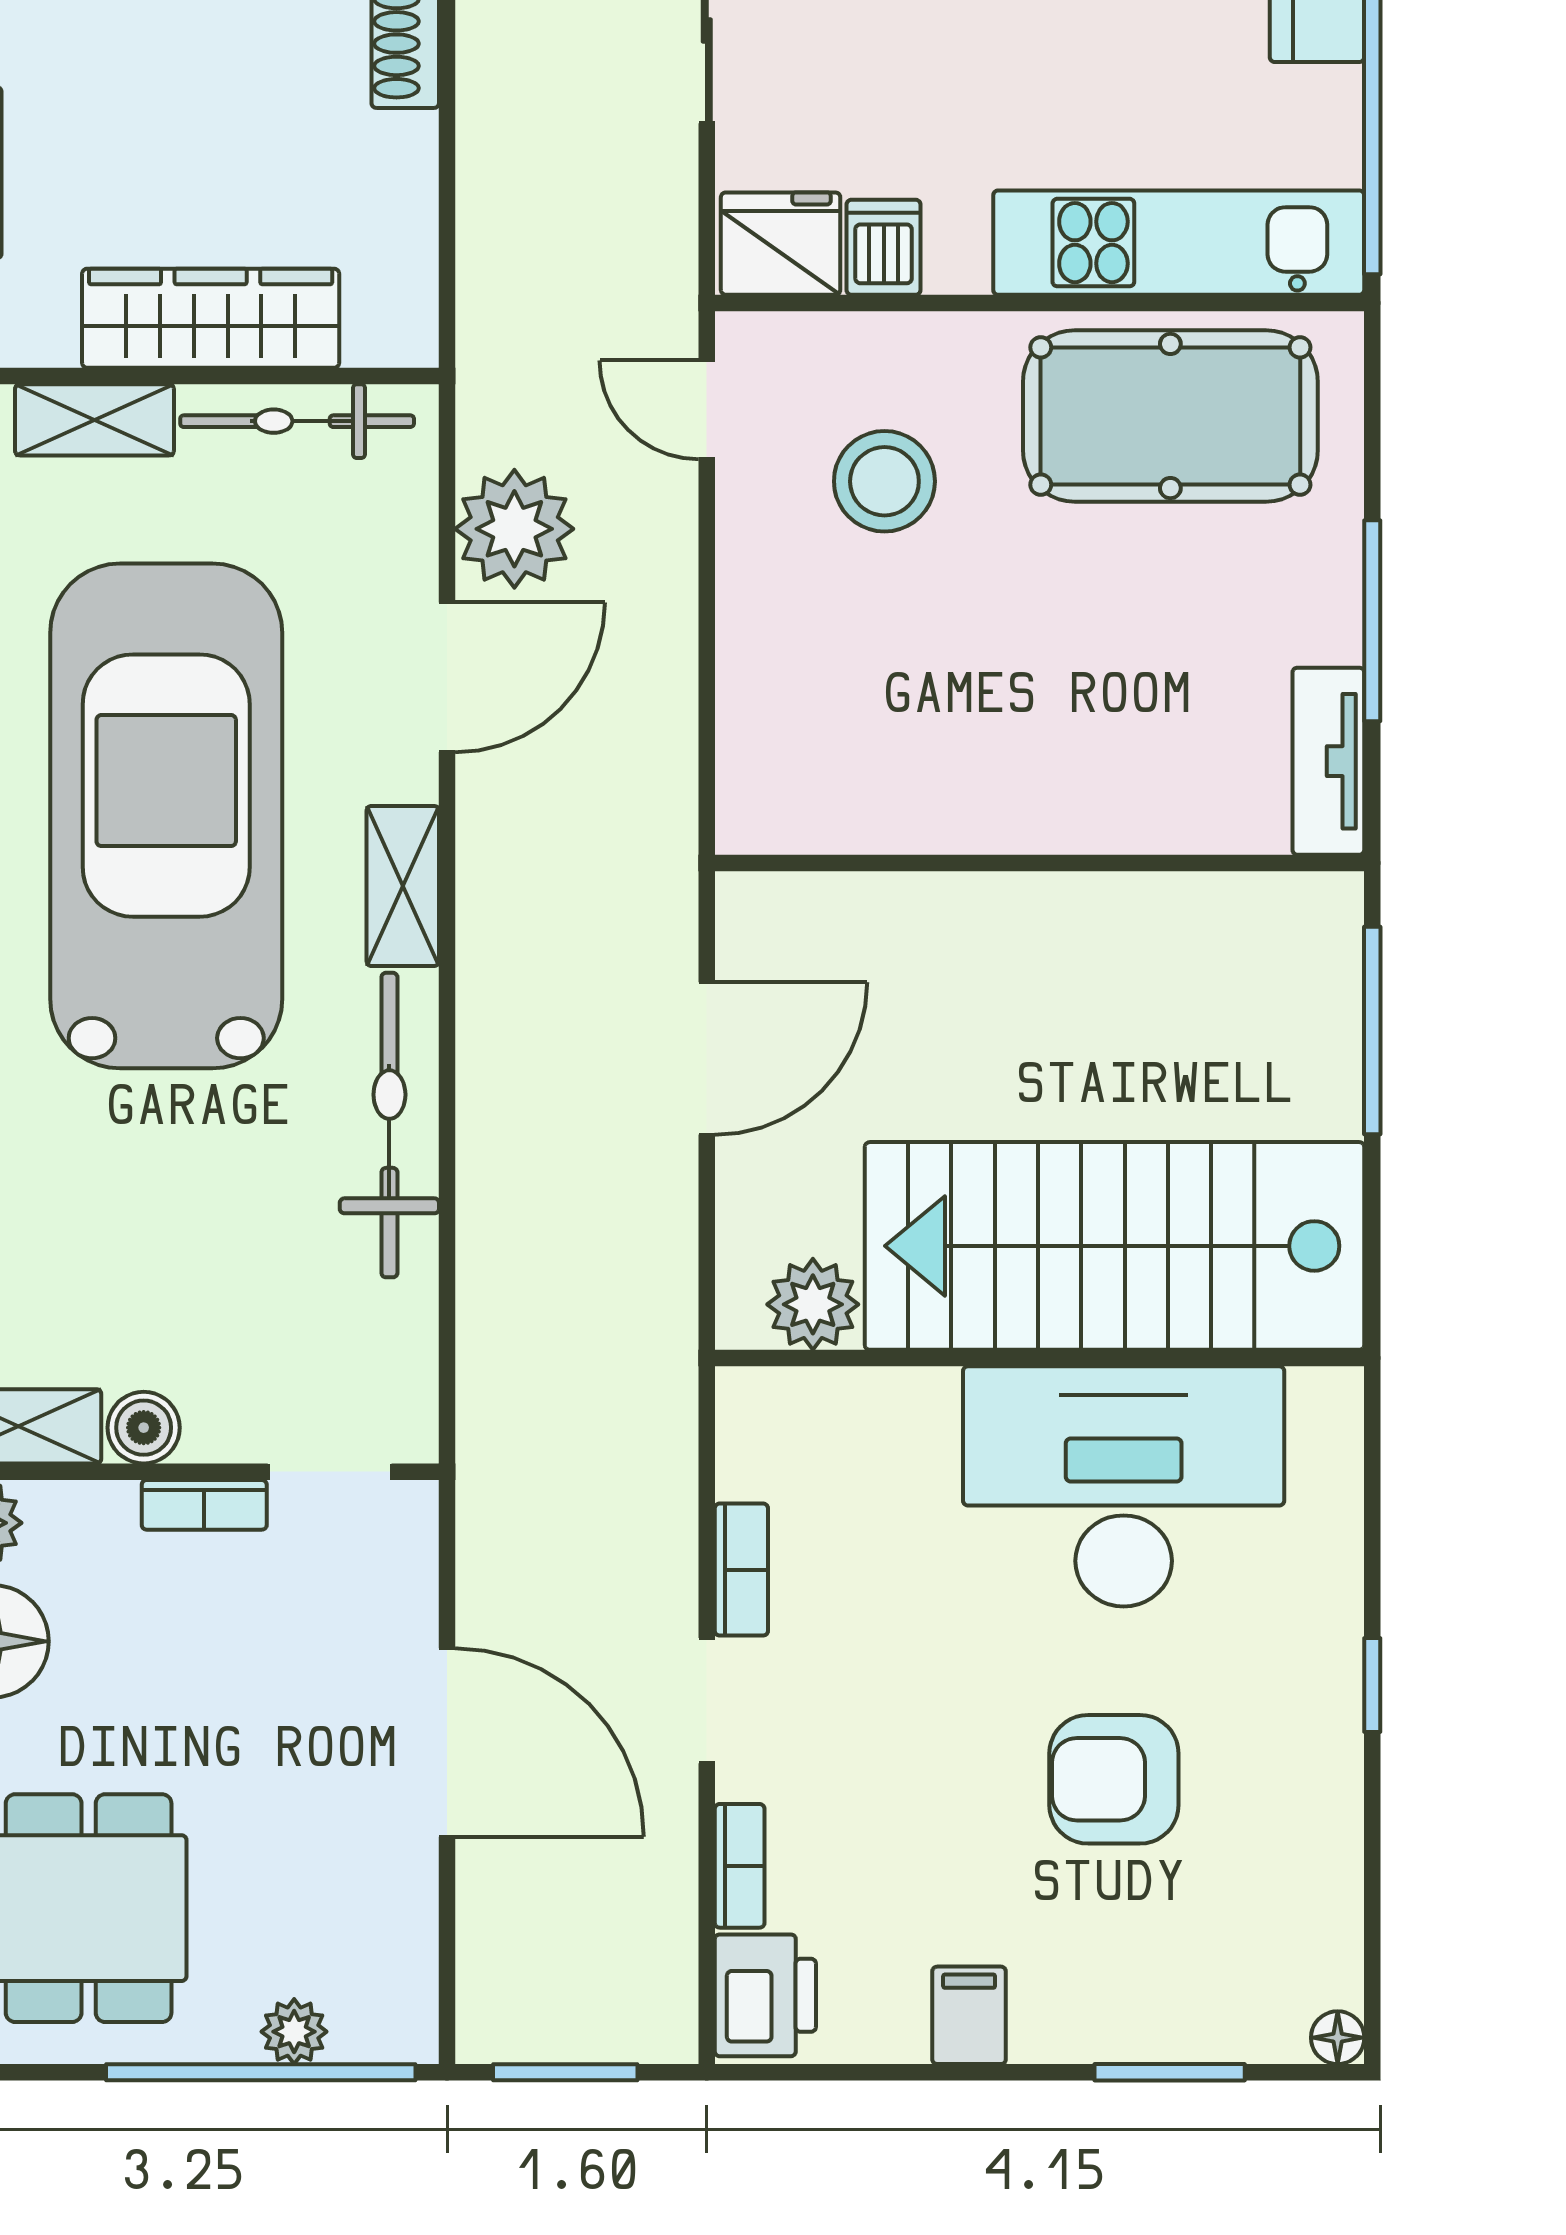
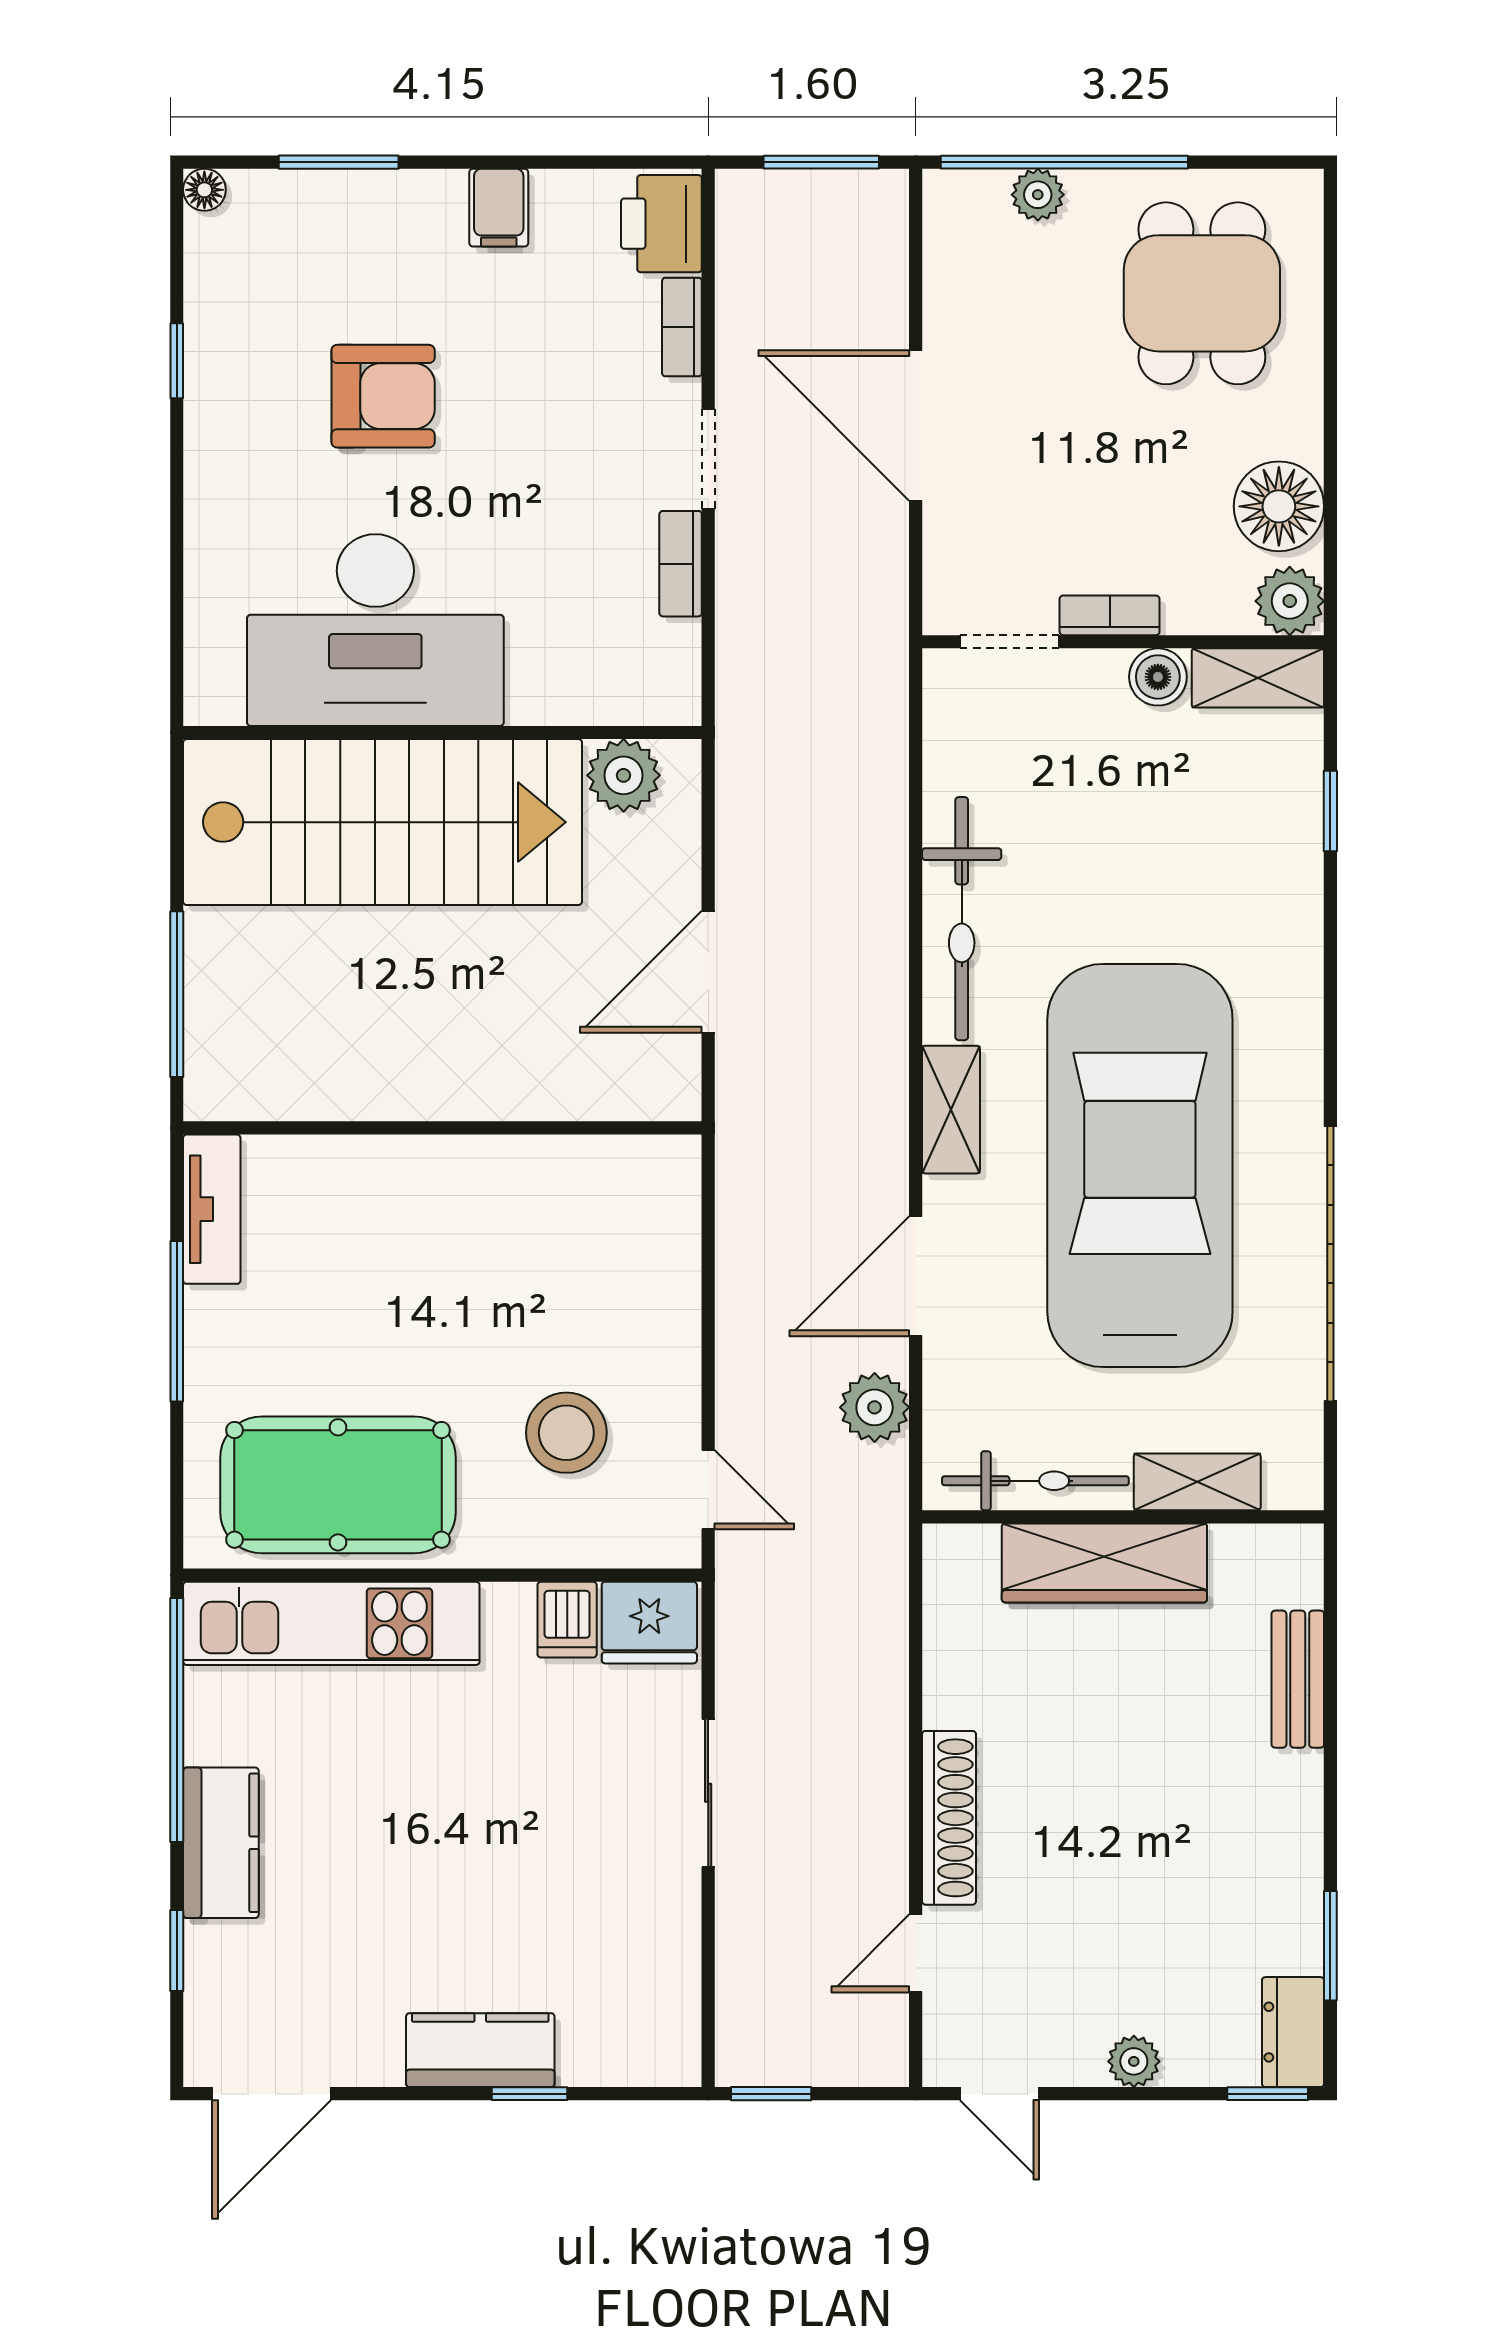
plant: (514, 529) -> (875, 1407), width x0.73, depth x0.73
car: (166, 816) -> (1140, 1165), turned 180
window: (1372, 1685) -> (177, 361), moved

